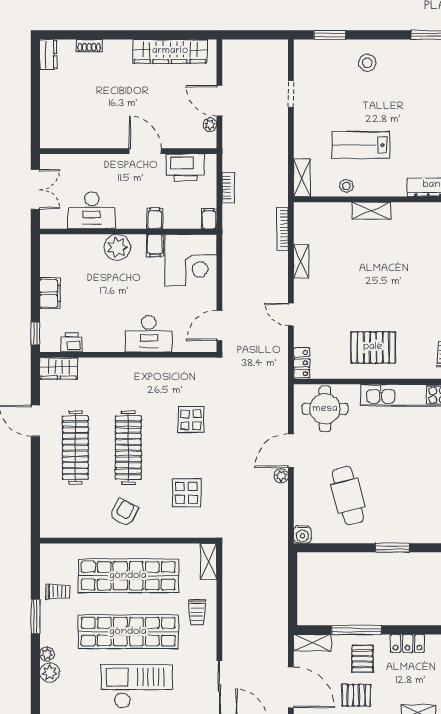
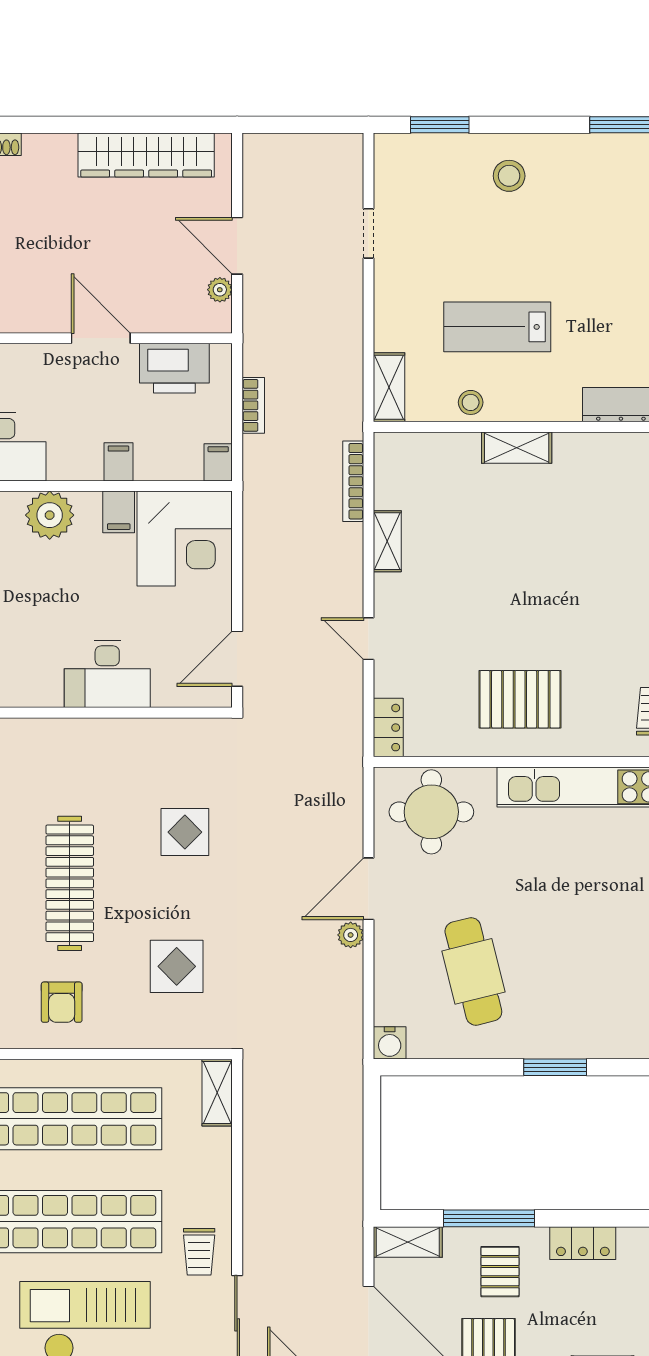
armchair: (124, 512) -> (62, 1002), turned 152
trolley: (197, 612) -> (199, 1252), moved

